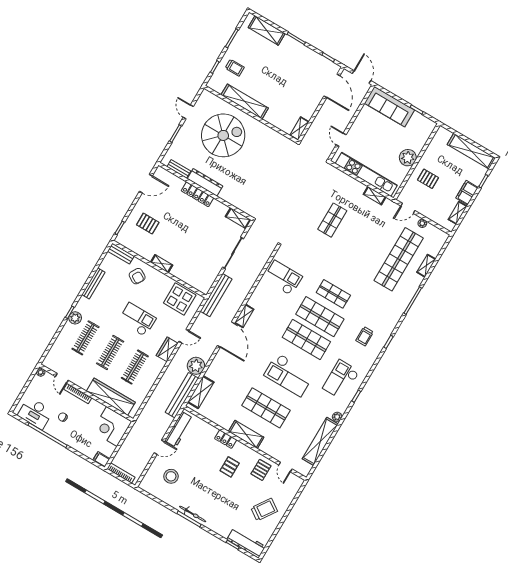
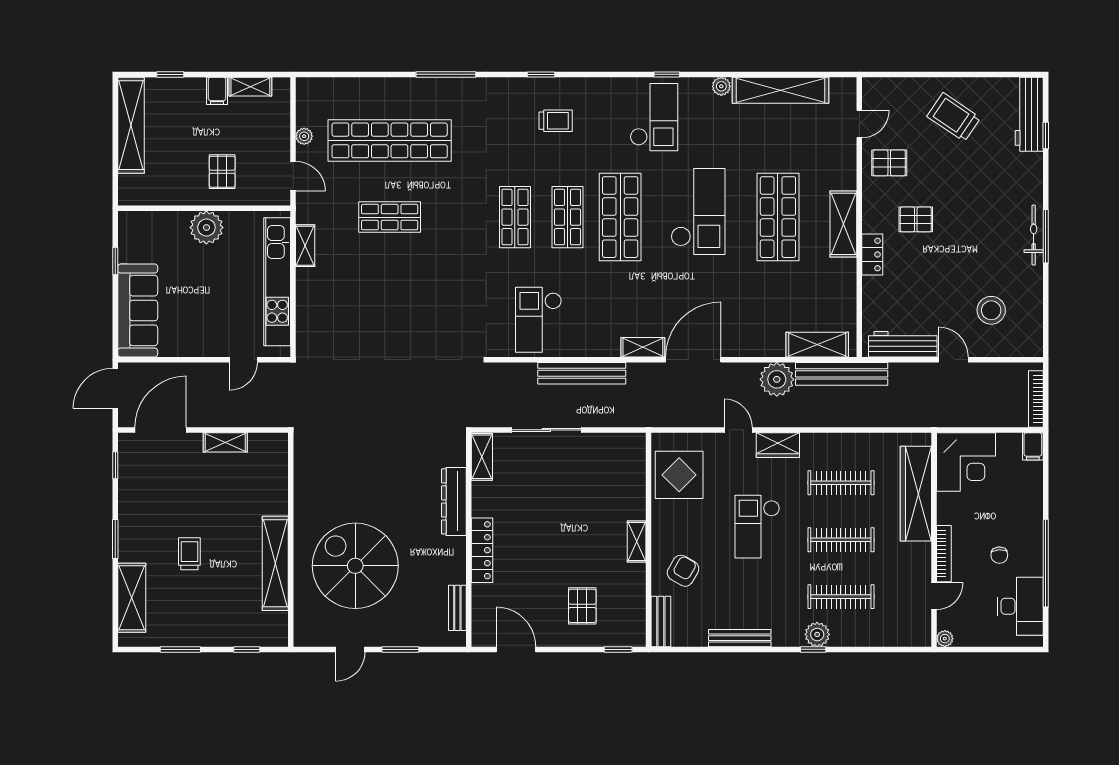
trolley: (235, 68) -> (189, 554), moved
shelving: (299, 129) -> (225, 442), moved
dresser: (205, 182) -> (454, 501), moved
filing cabinet: (467, 193) -> (217, 91), width x0.50
shop shelf: (332, 220) -> (390, 217), moved
shelving: (426, 266) -> (373, 87), removed
bench: (216, 295) -> (582, 373), moved
shop shelf: (320, 317) -> (568, 217), width x0.70, depth x0.74
checkout: (341, 380) -> (654, 117), turned -90

